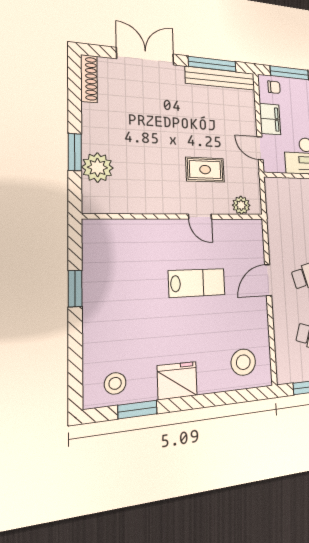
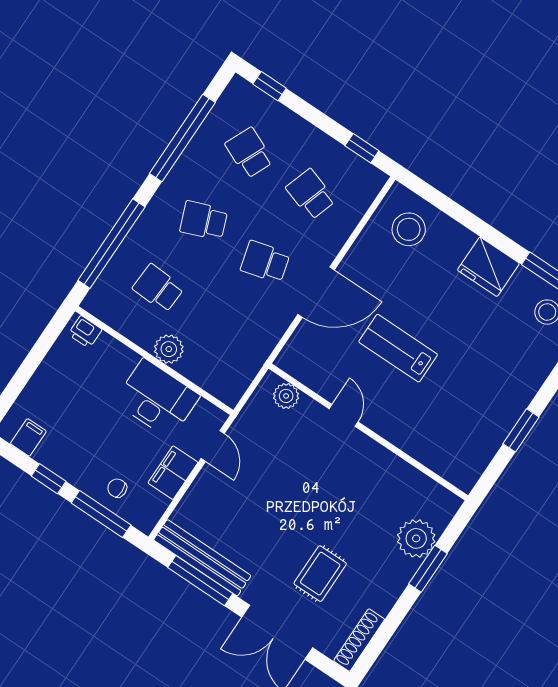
chair: (274, 87) -> (117, 488), moved
rug: (205, 170) -> (320, 574), moved, turned 90
door: (268, 280) -> (316, 292), width x1.36

